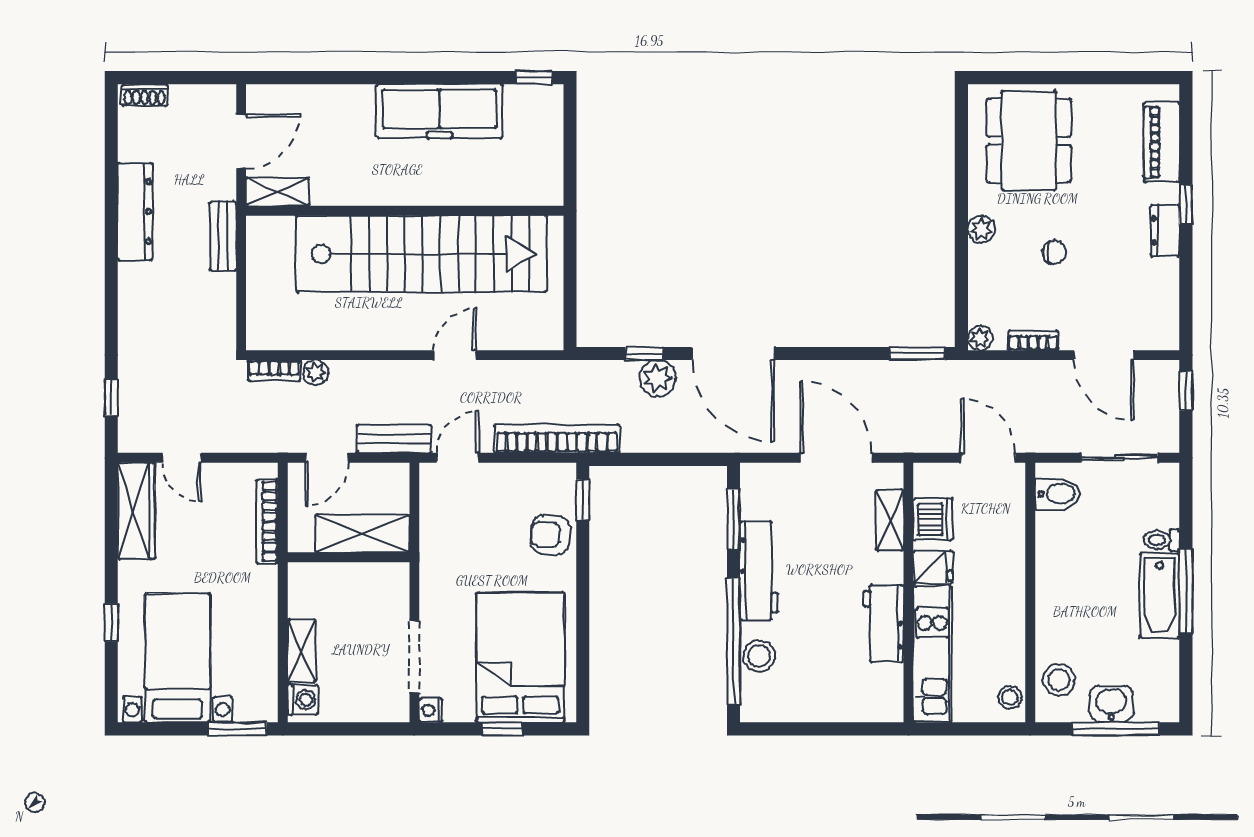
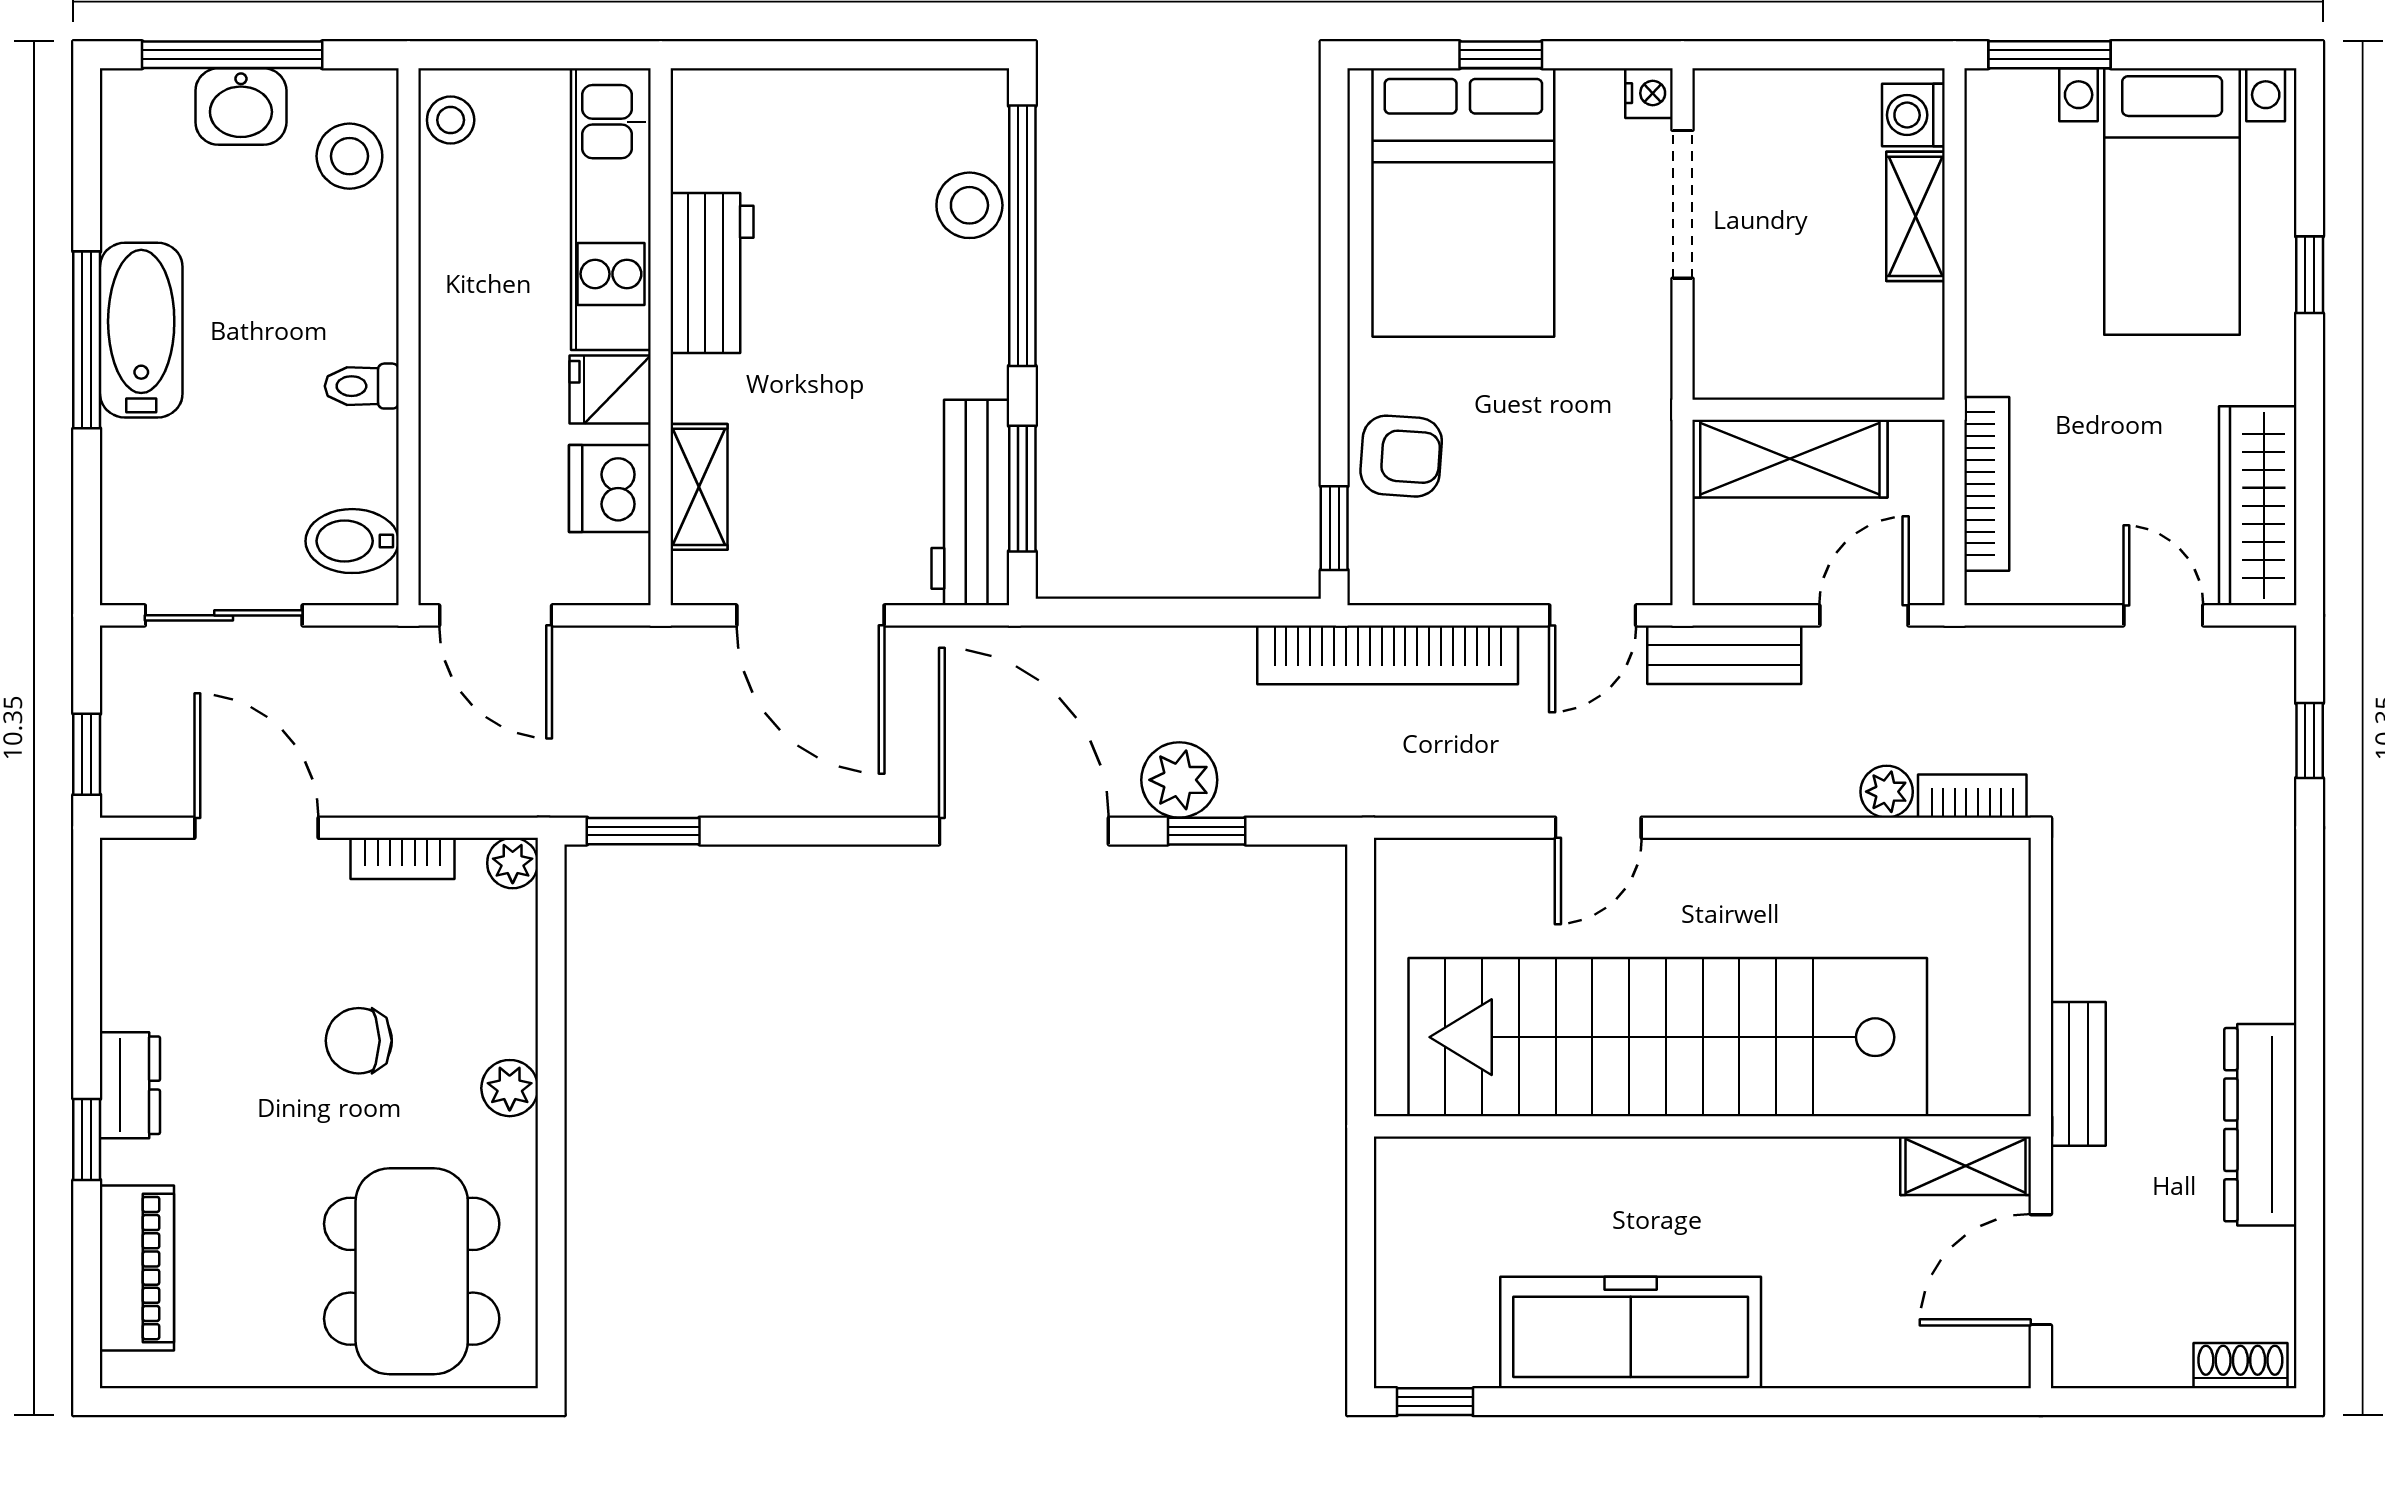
chair: (1054, 252) -> (359, 1041), width x1.37, depth x1.37
toilet: (1162, 540) -> (362, 386), moved, turned 180
workbench: (759, 571) -> (970, 503), moved

